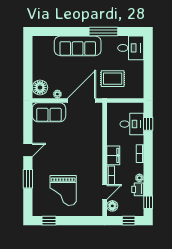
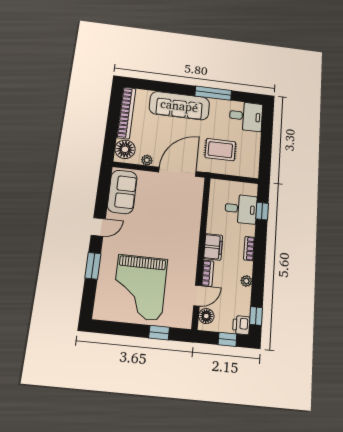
bookcase: (37, 58) -> (126, 113), added
sofa: (49, 112) -> (122, 192), moved, turned -90
printer: (138, 189) -> (241, 325), moved
grand piano: (63, 190) -> (140, 287), width x1.37, depth x1.48
window: (49, 221) -> (159, 333), moved

